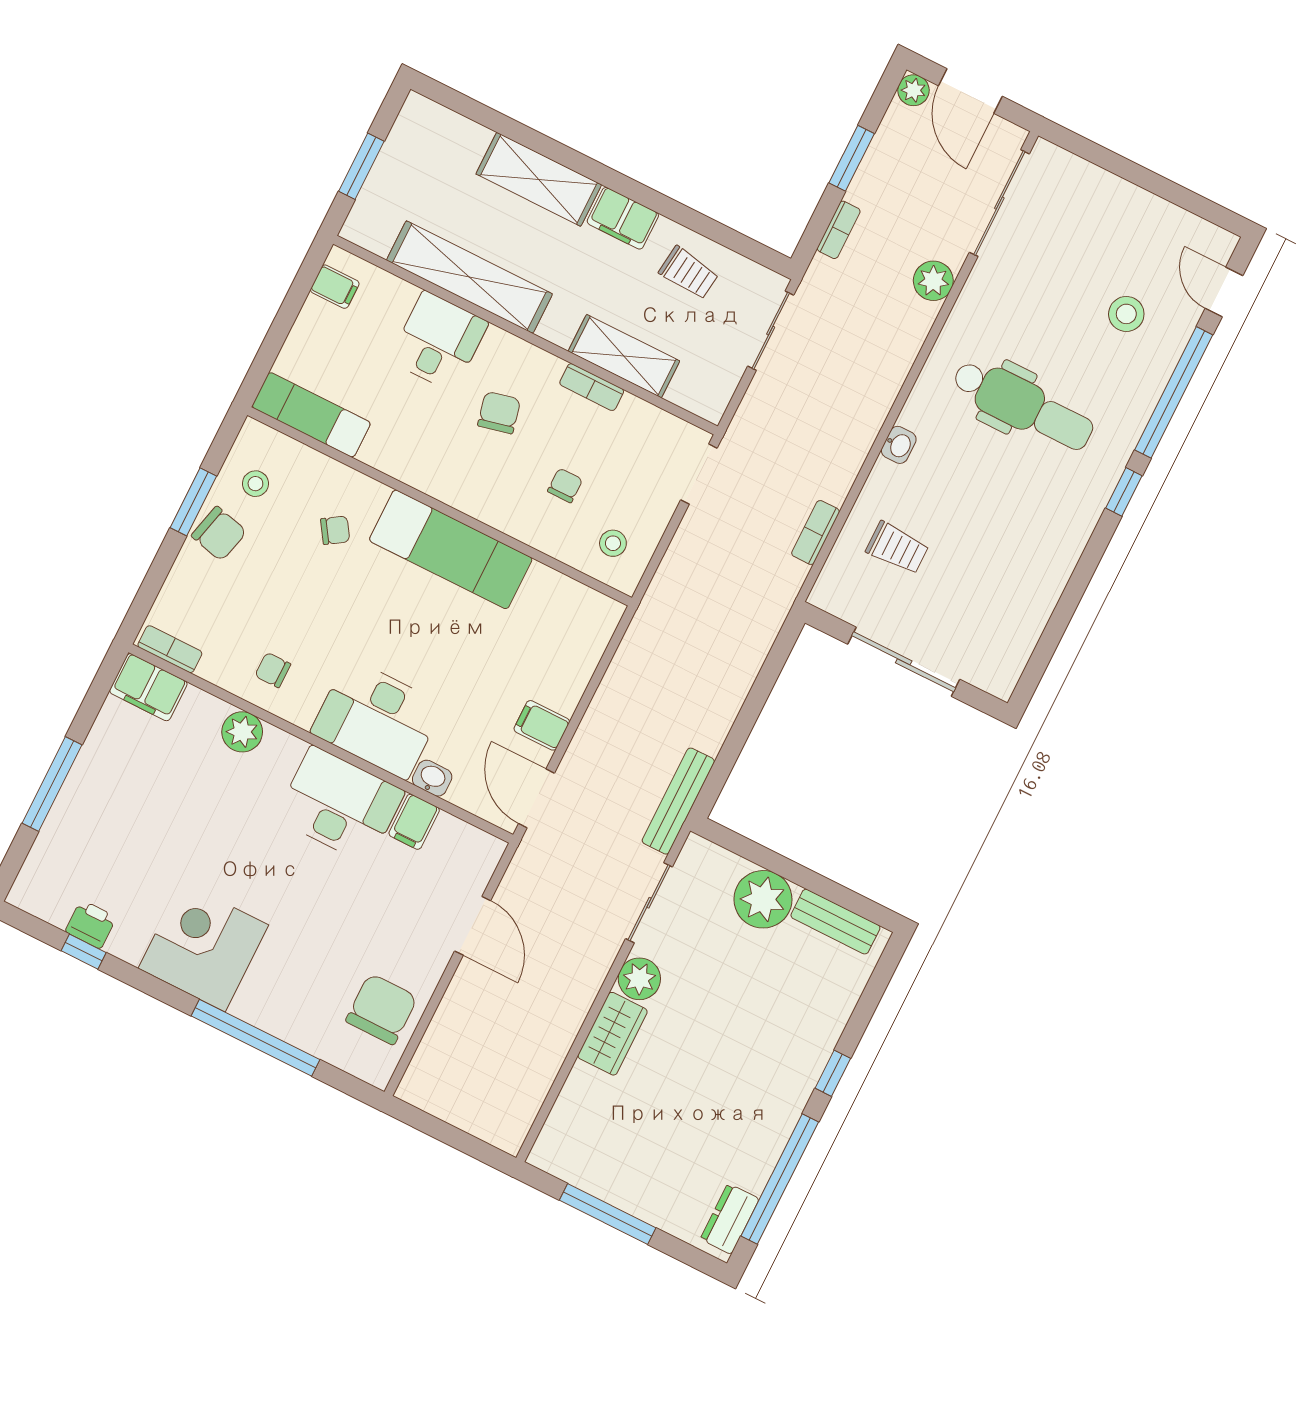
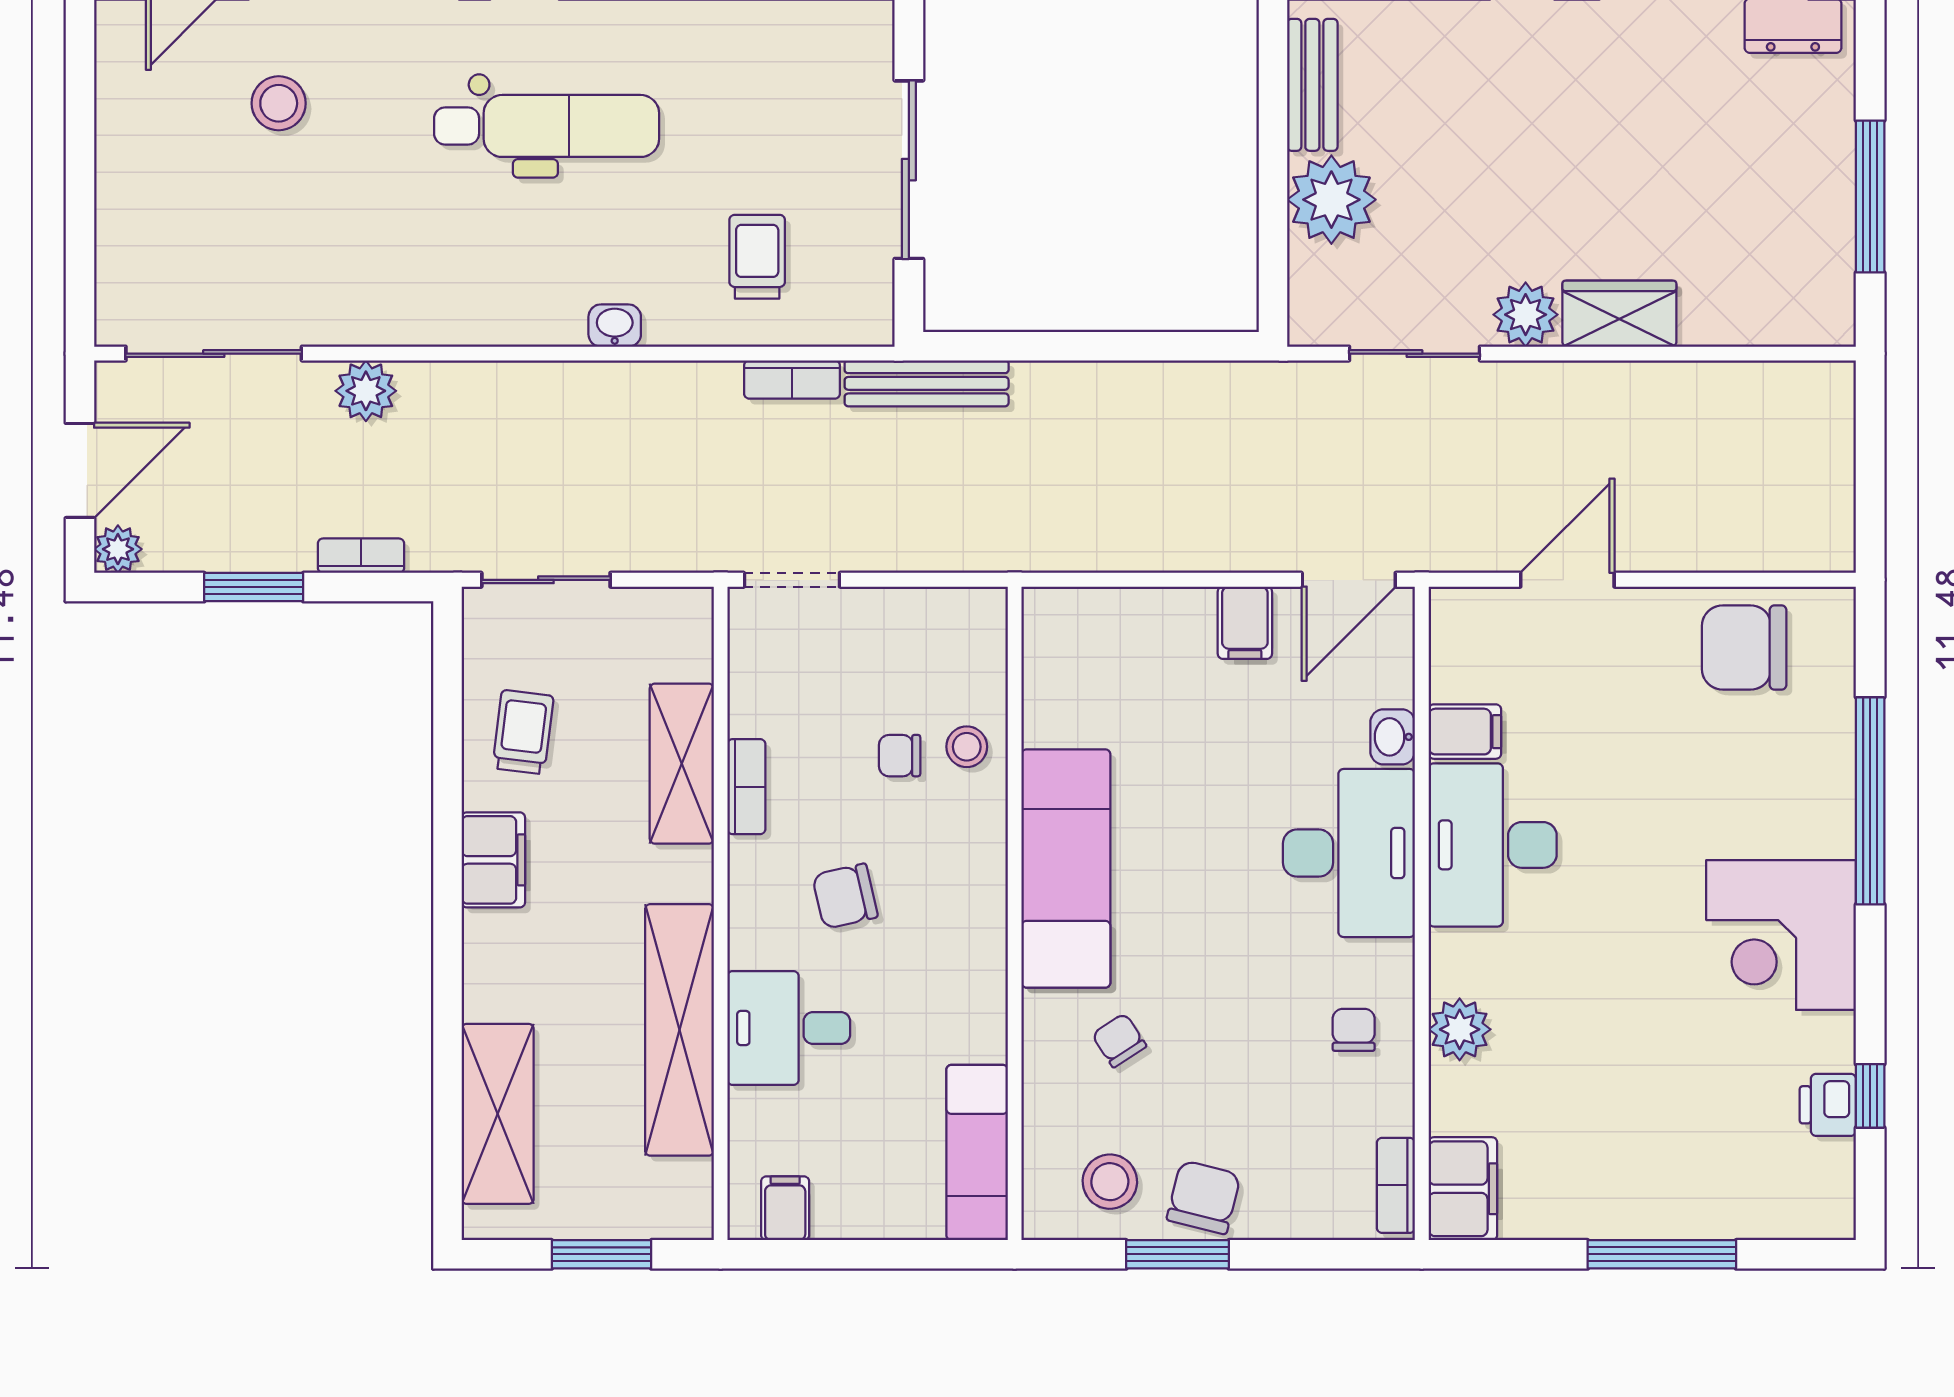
shelving: (539, 179) -> (498, 1114), moved
dental chair: (1023, 405) -> (547, 126), moved, turned 90
stool: (255, 484) -> (1110, 1182), width x1.37, depth x1.37
stool: (613, 543) -> (967, 747), moved
chair: (273, 670) -> (1354, 1030), turned 180
bench: (678, 801) -> (927, 383), moved

